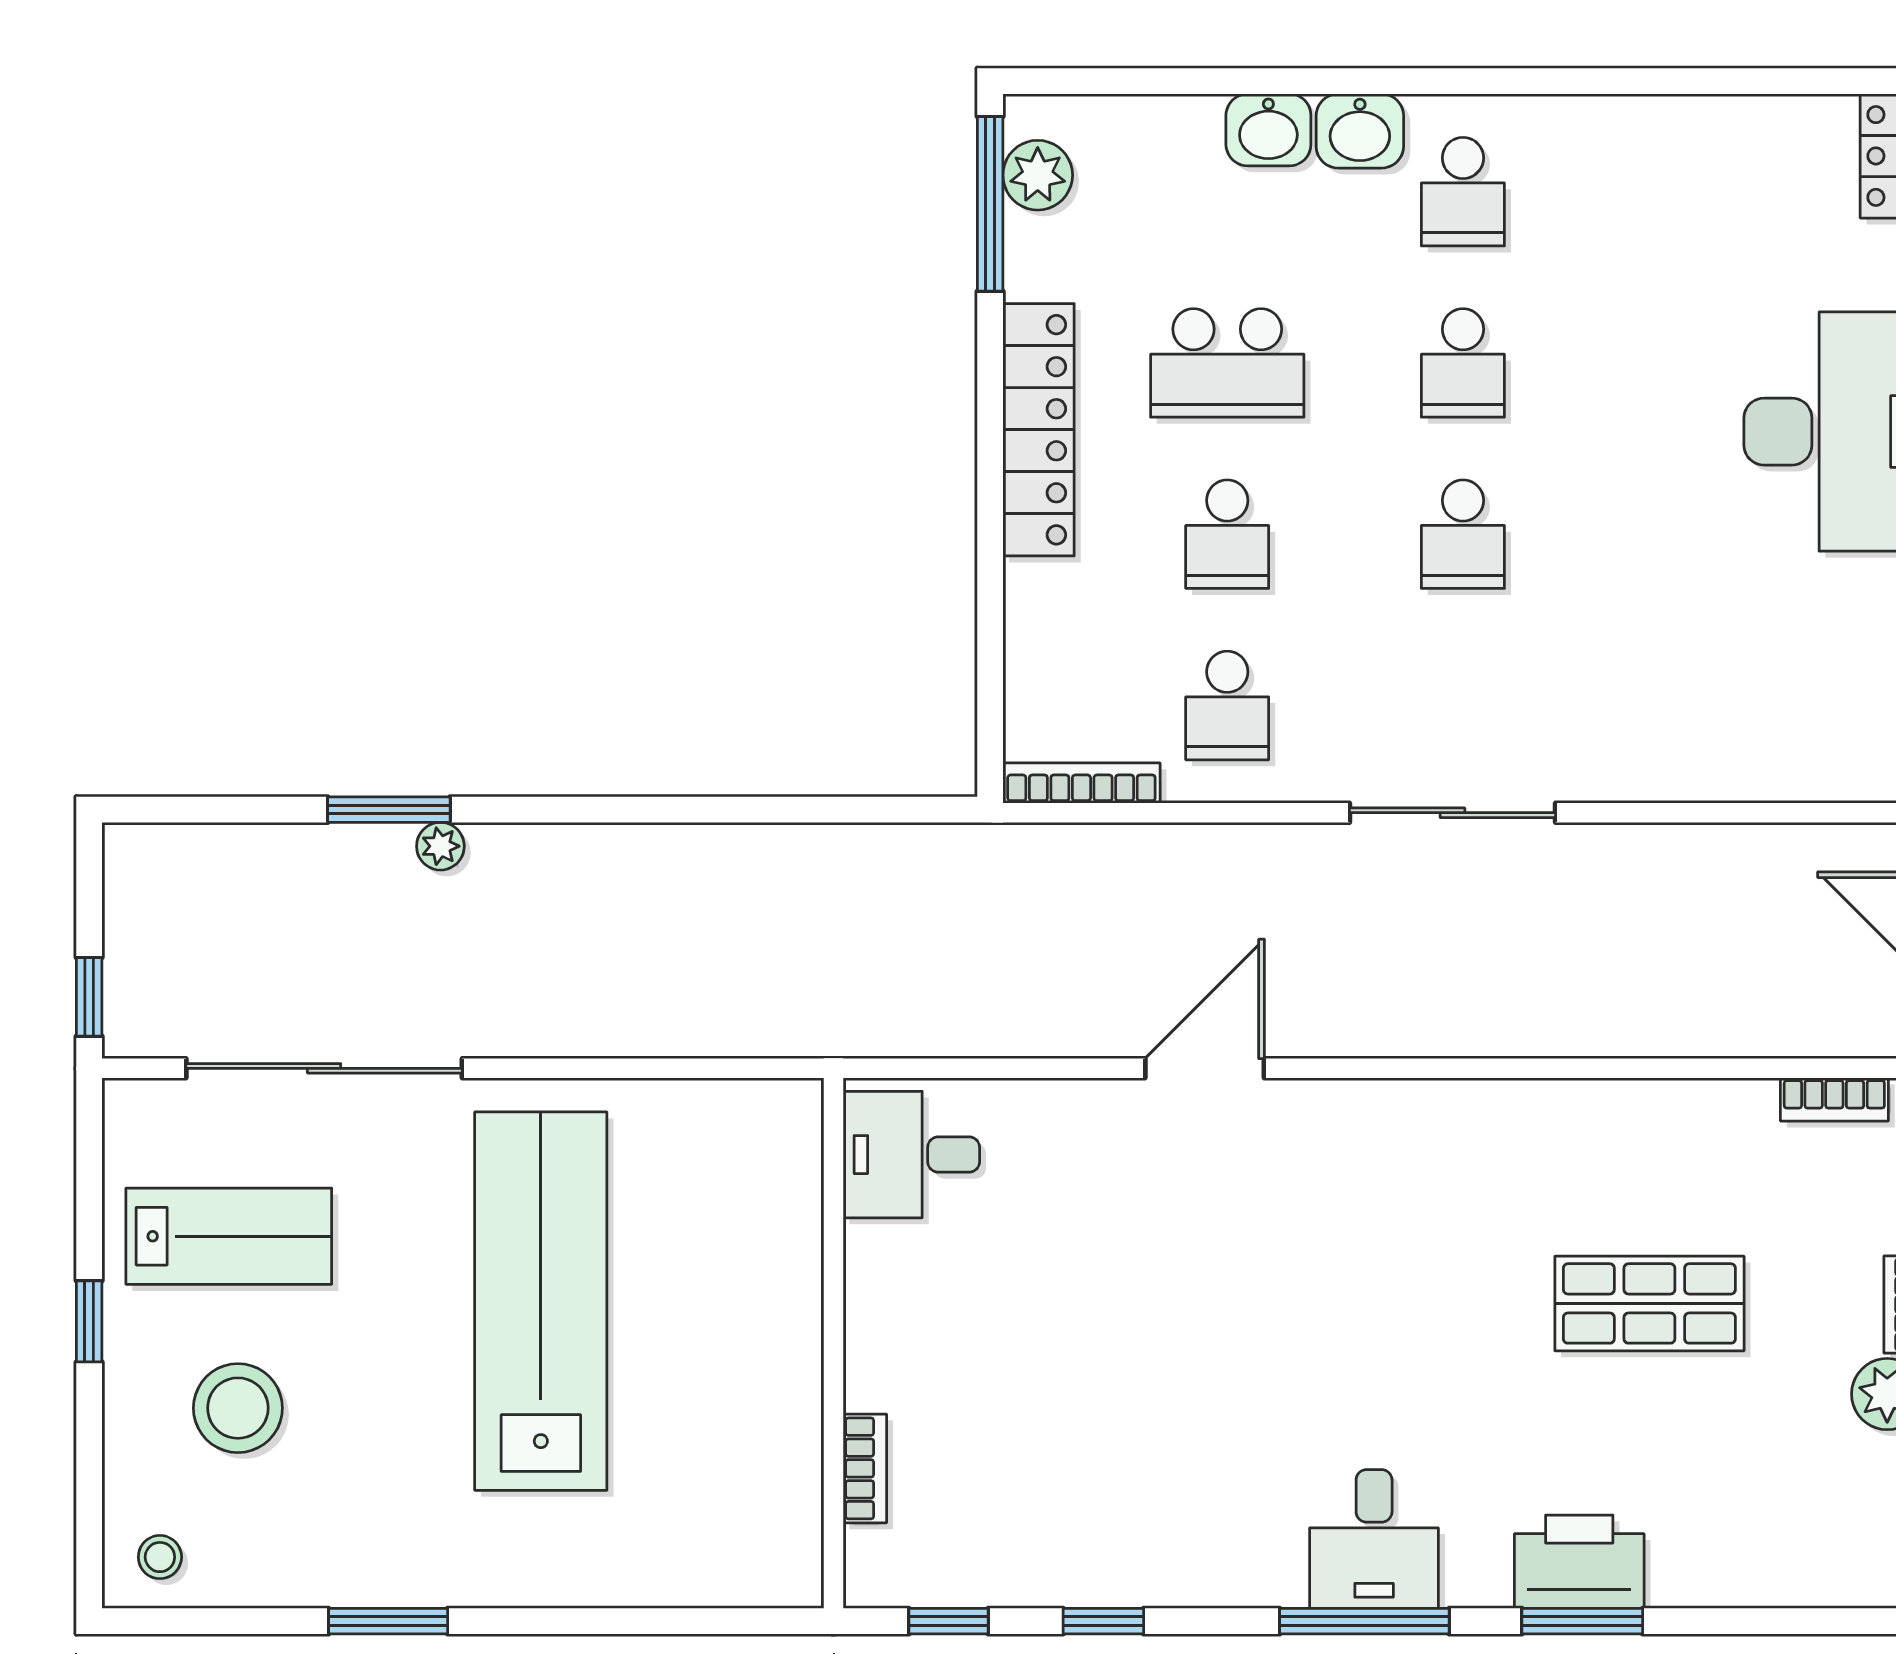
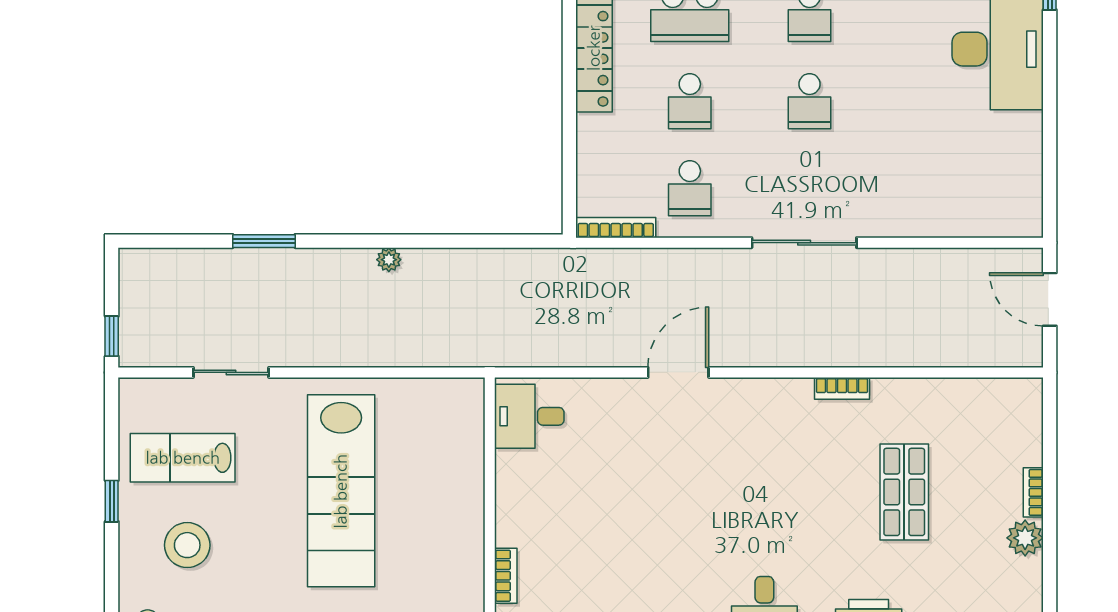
plant: (440, 846) -> (389, 260), moved
sliding door: (324, 1068) -> (231, 372), width x0.54
bookcase: (1834, 1099) -> (842, 388), moved
lab bench: (229, 1236) -> (183, 458), turned 180
lab bench: (541, 1301) -> (341, 491), turned 180
shop shelf: (1649, 1303) -> (904, 492), turned 90

